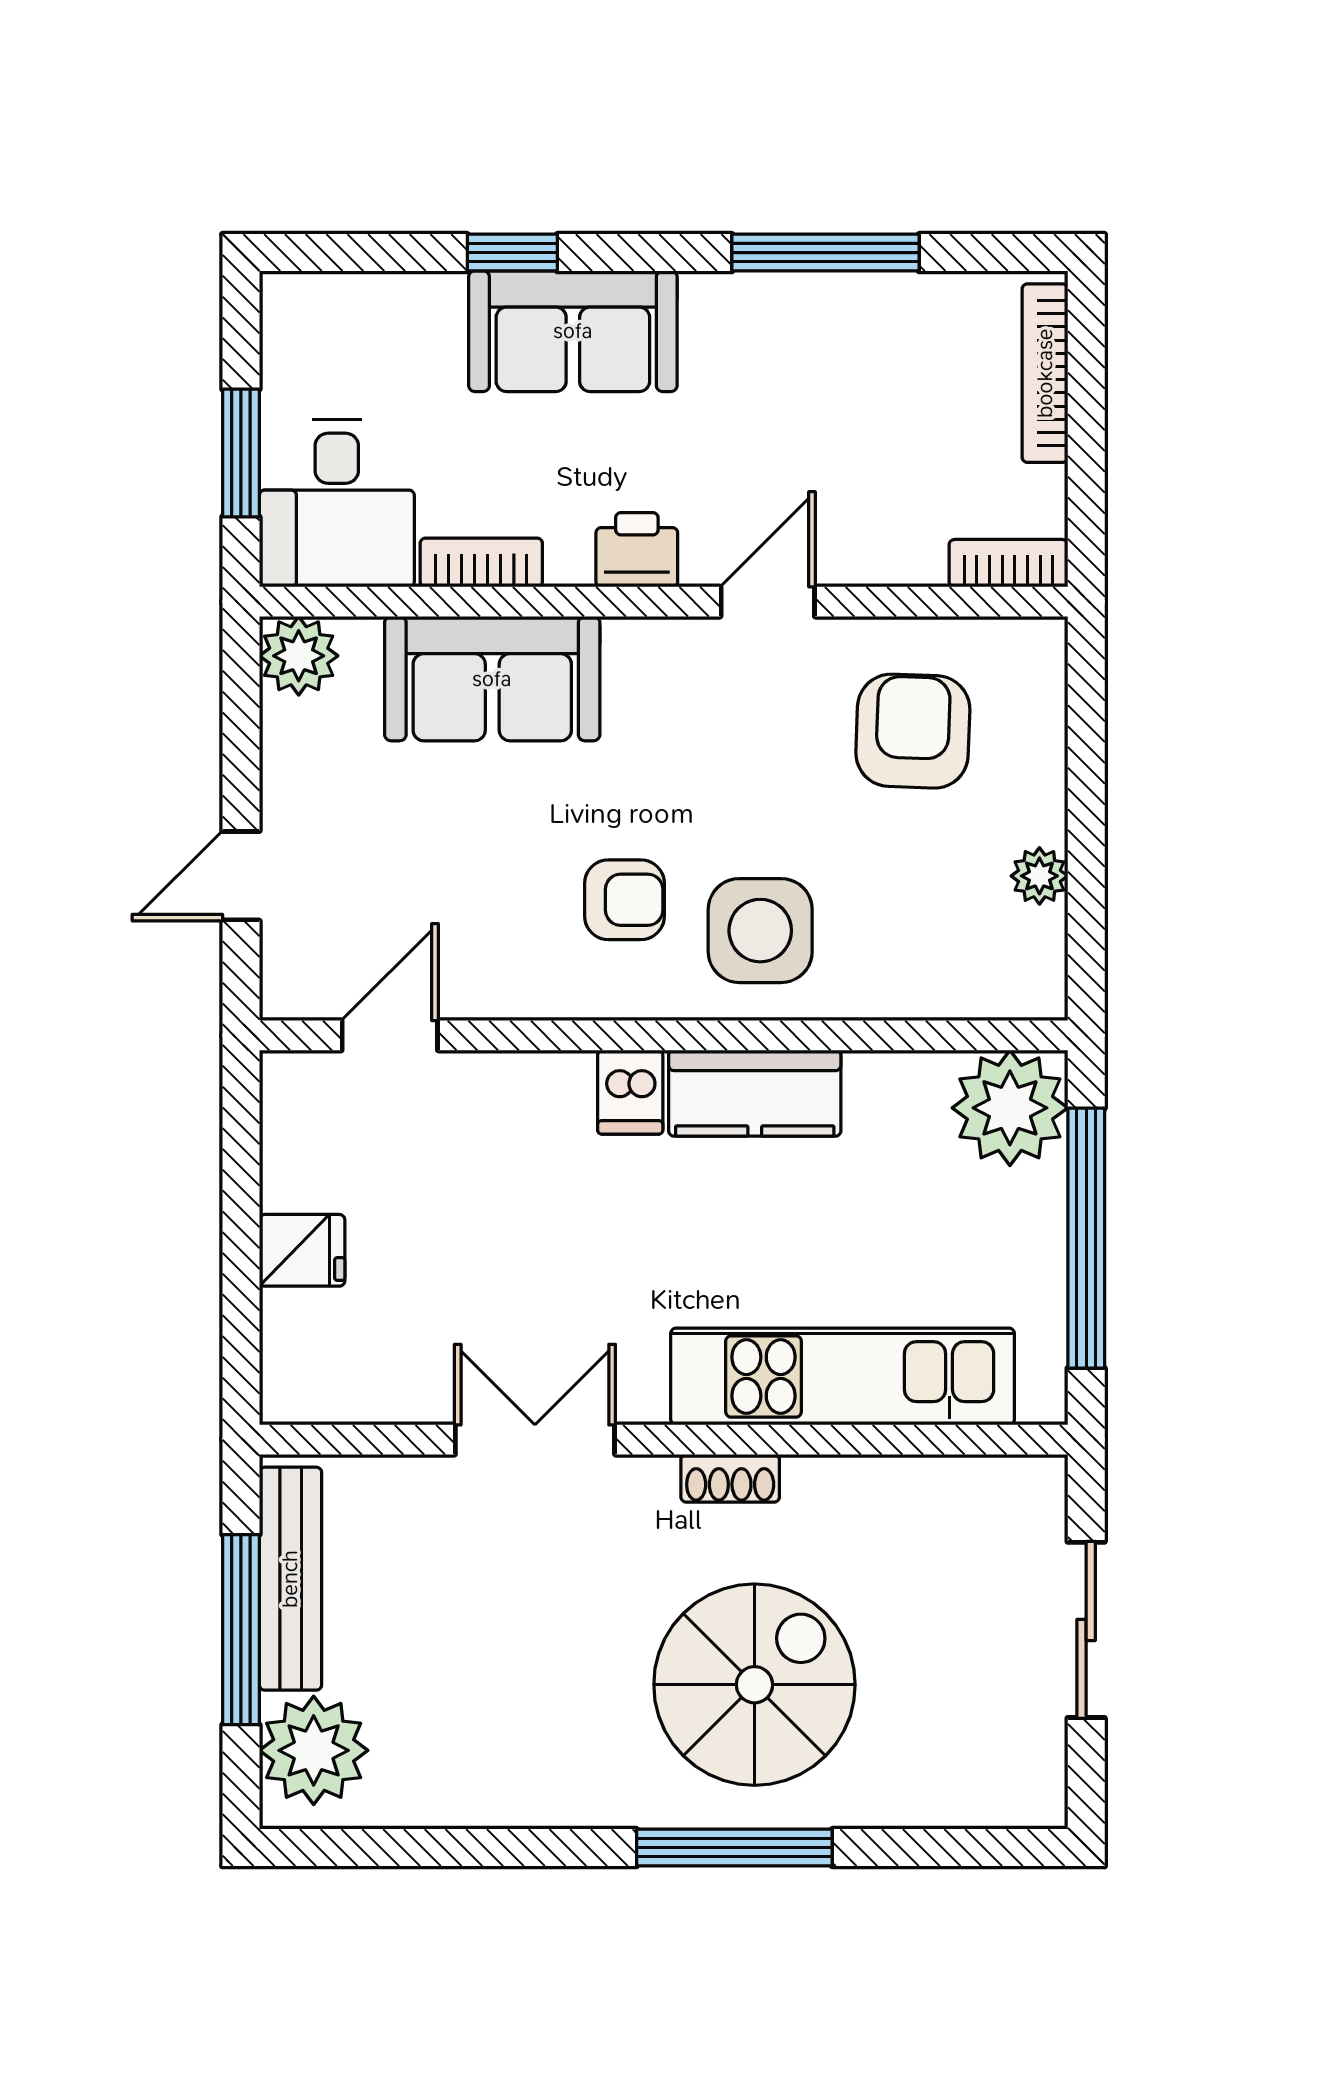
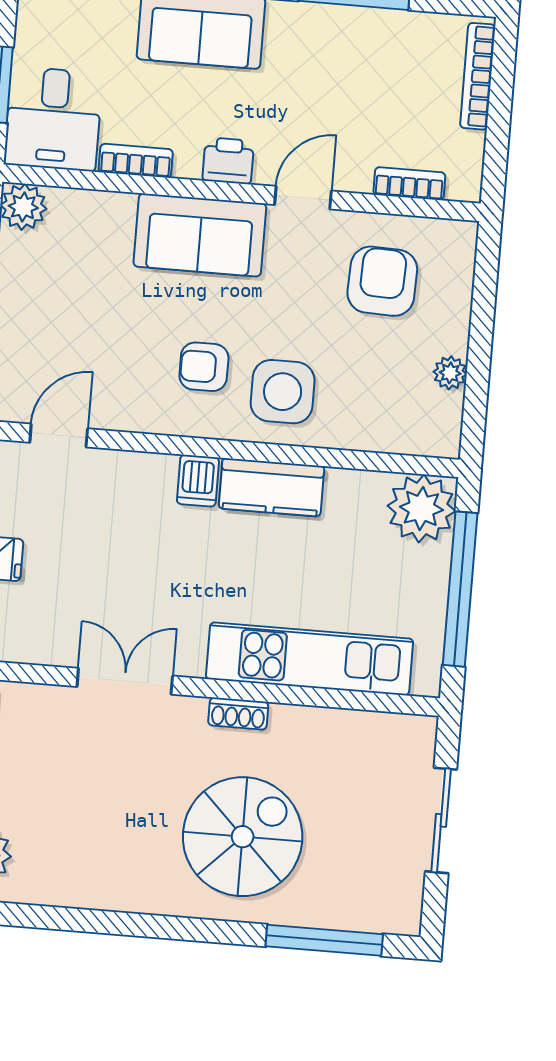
bookcase: (1008, 563) -> (409, 184), moved
sofa: (492, 679) -> (200, 235), moved
armchair: (625, 900) -> (204, 367), turned 180
window: (734, 1848) -> (324, 940), moved

